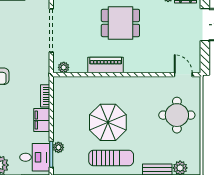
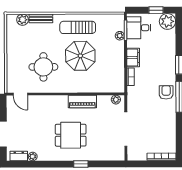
round table: (177, 115) -> (43, 67), moved

